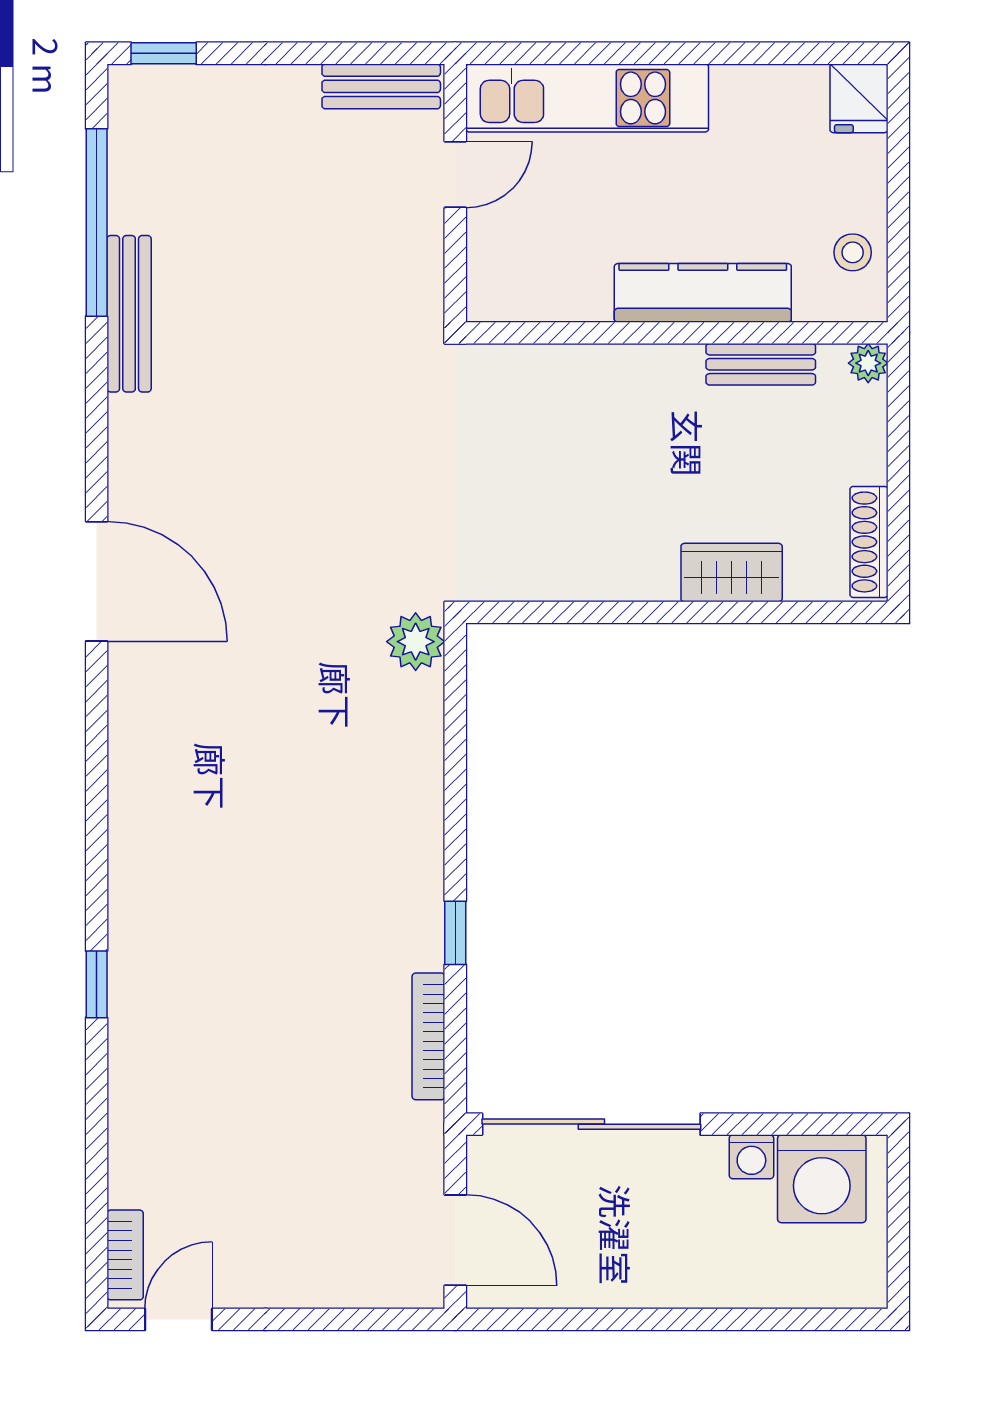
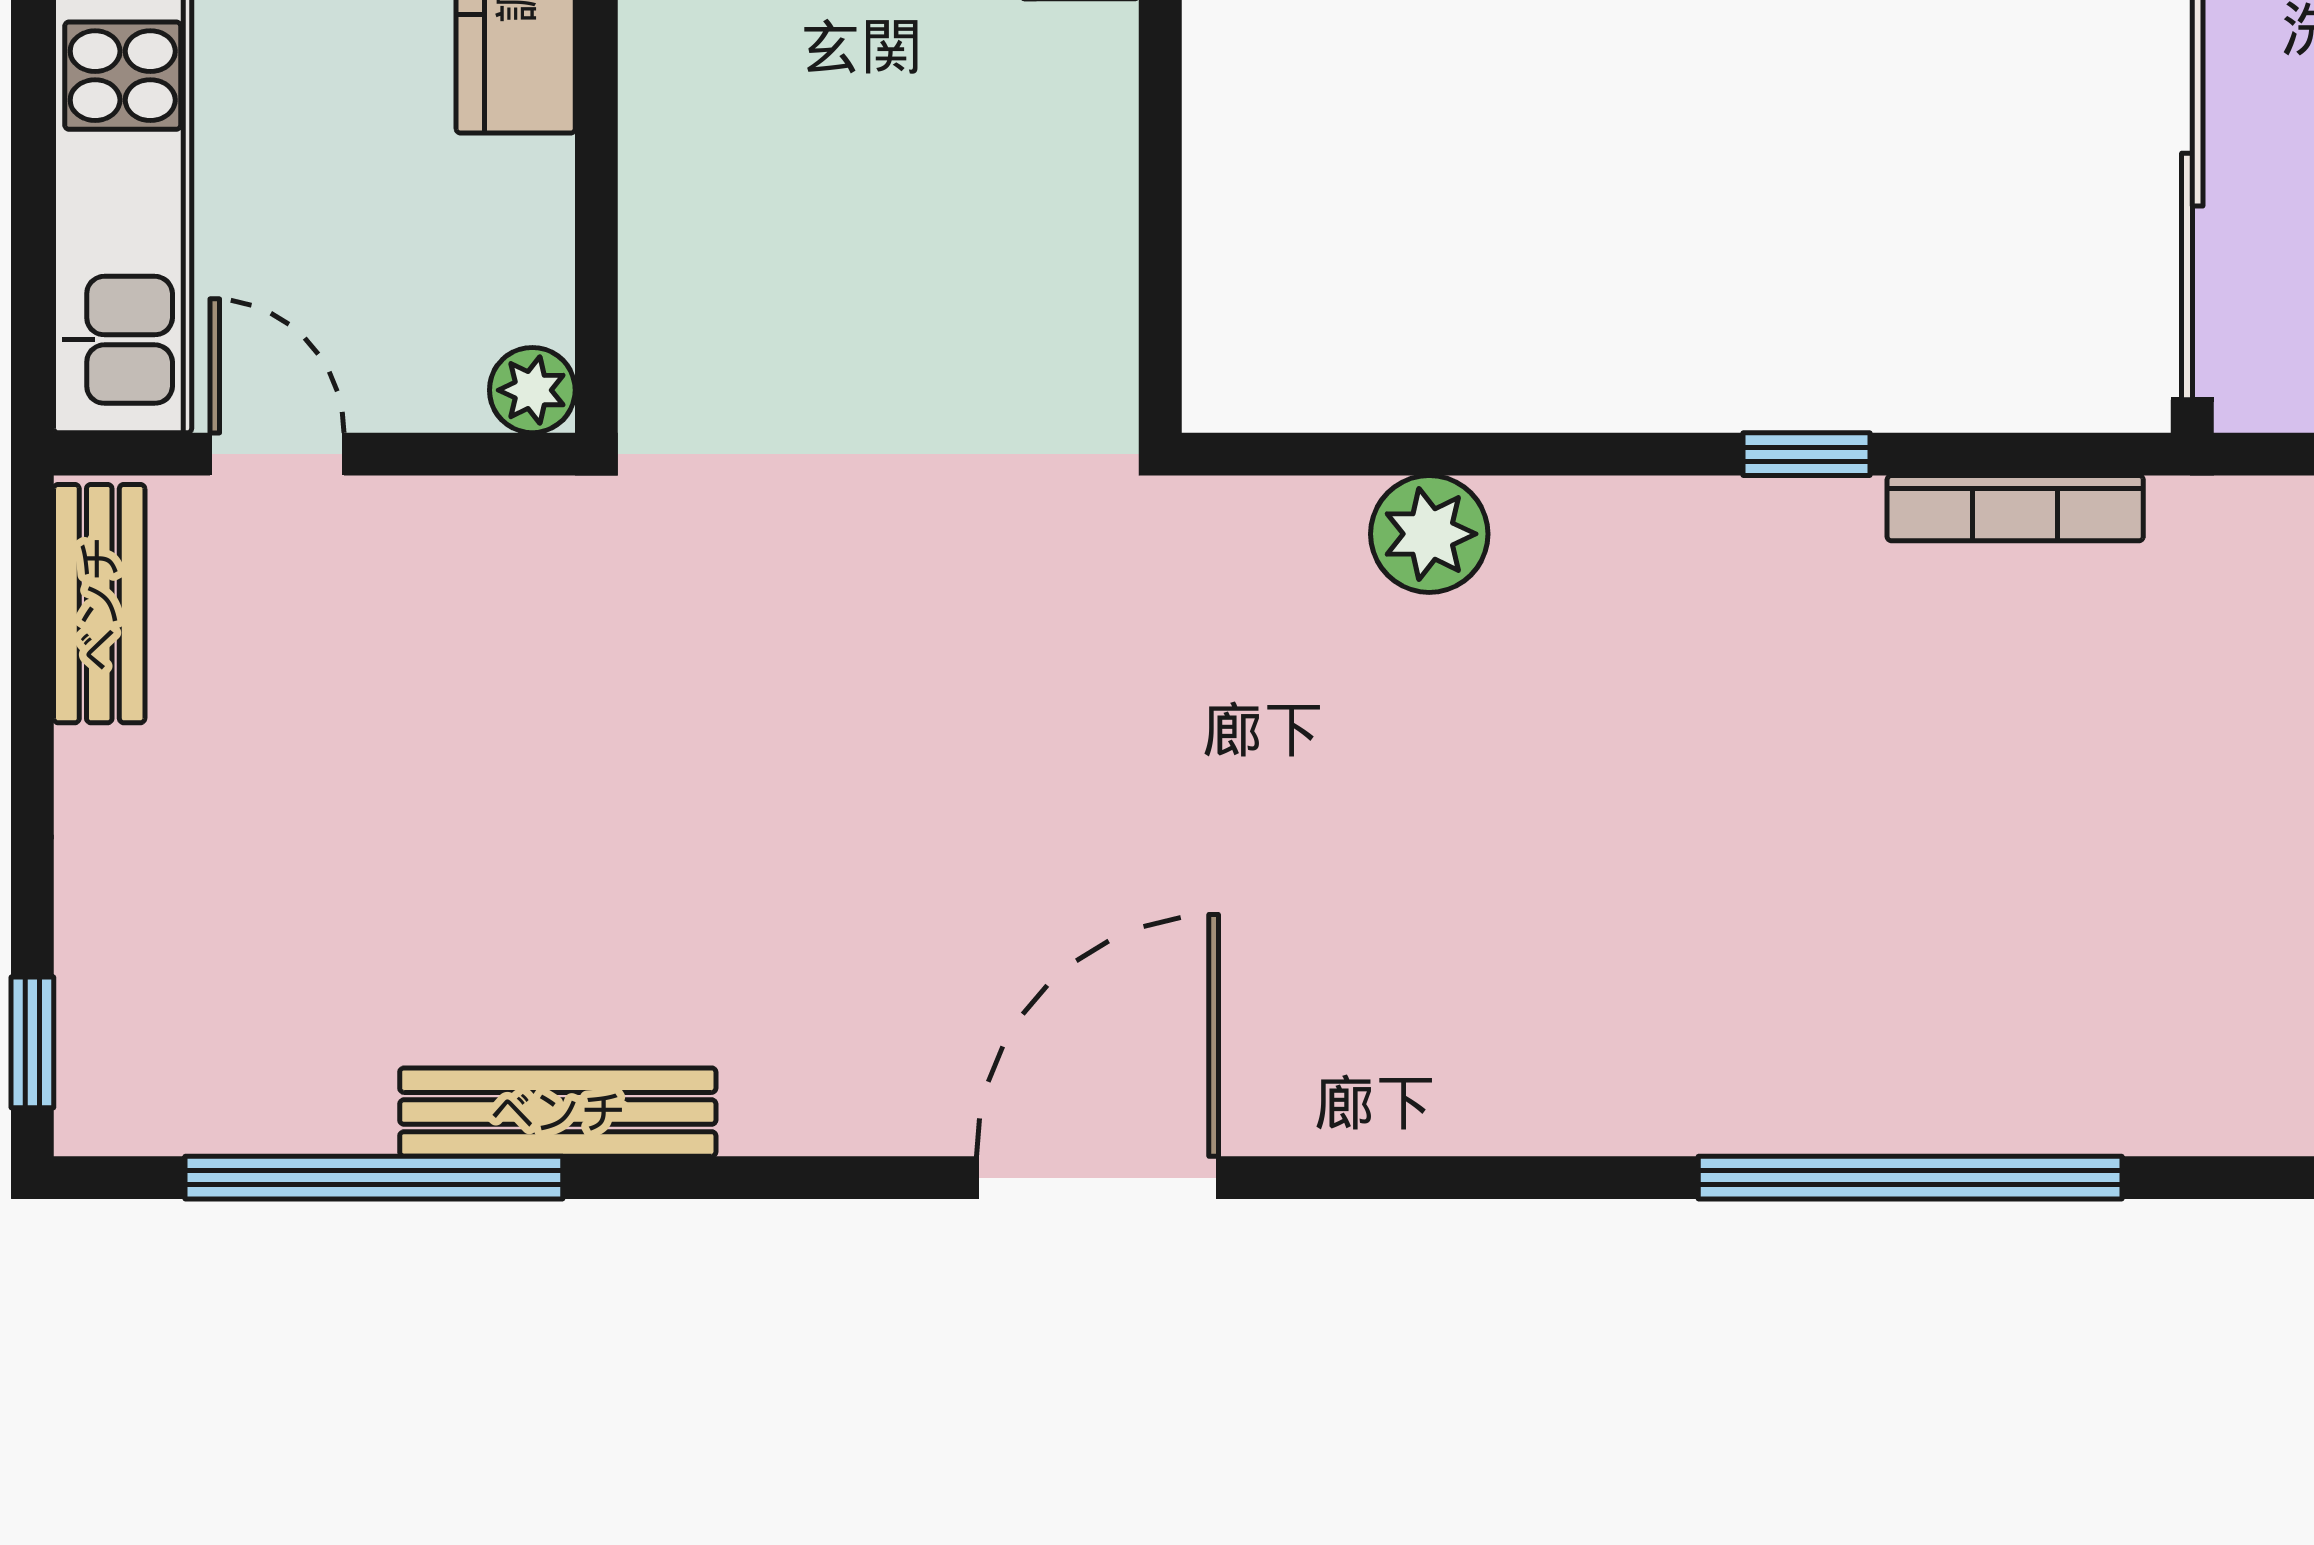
plant: (487, 301) -> (532, 390), added
plant: (416, 642) -> (1429, 534), moved
window: (97, 984) -> (1910, 1178), width x3.17

